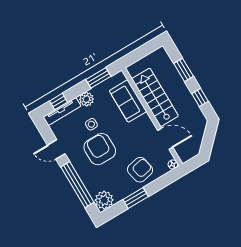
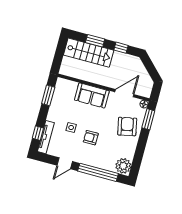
stairs: (155, 97) -> (89, 53), moved, turned 180
plant: (86, 99) -> (53, 115), removed
sofa: (128, 101) -> (92, 95), moved
armchair: (100, 149) -> (91, 138), width x0.53, depth x0.53
window: (136, 198) -> (148, 119), moved

